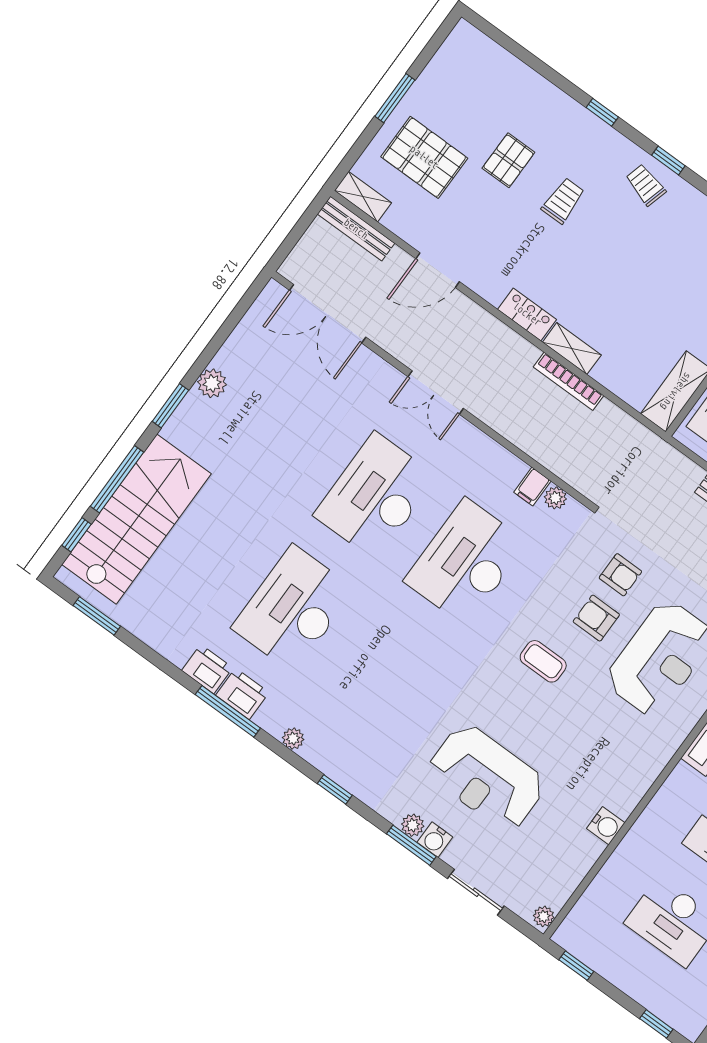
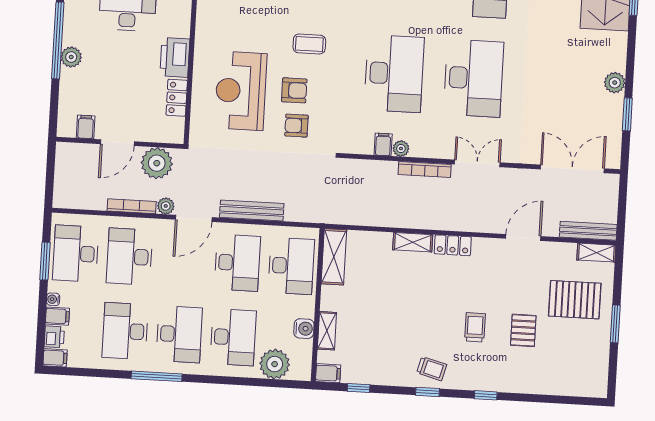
trolley: (563, 201) -> (475, 327), turned 180
bookcase: (568, 381) -> (425, 169), moved, turned 180
window: (170, 406) -> (627, 114), moved
plant: (555, 498) -> (401, 149), moved

